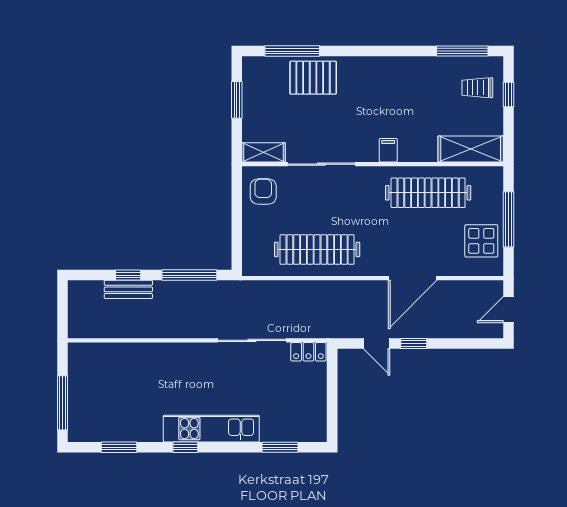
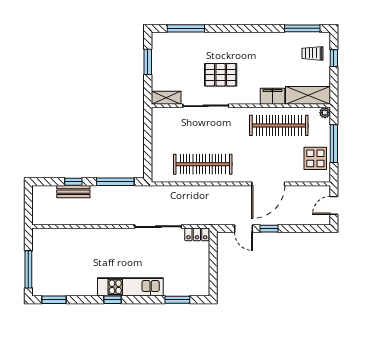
pallet: (313, 78) -> (221, 75), moved
filing cabinet: (388, 150) -> (272, 96), moved, width x2.00
plant: (495, 174) -> (325, 113), added
armchair: (263, 192) -> (166, 125), removed
window: (119, 447) -> (54, 300), moved

